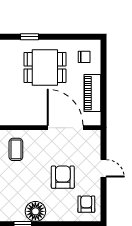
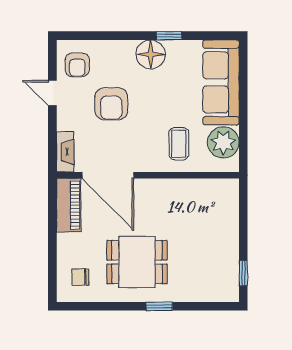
piano: (92, 93) -> (69, 205), moved
fireplace: (95, 144) -> (65, 152), added
door: (104, 168) -> (52, 93), moved

